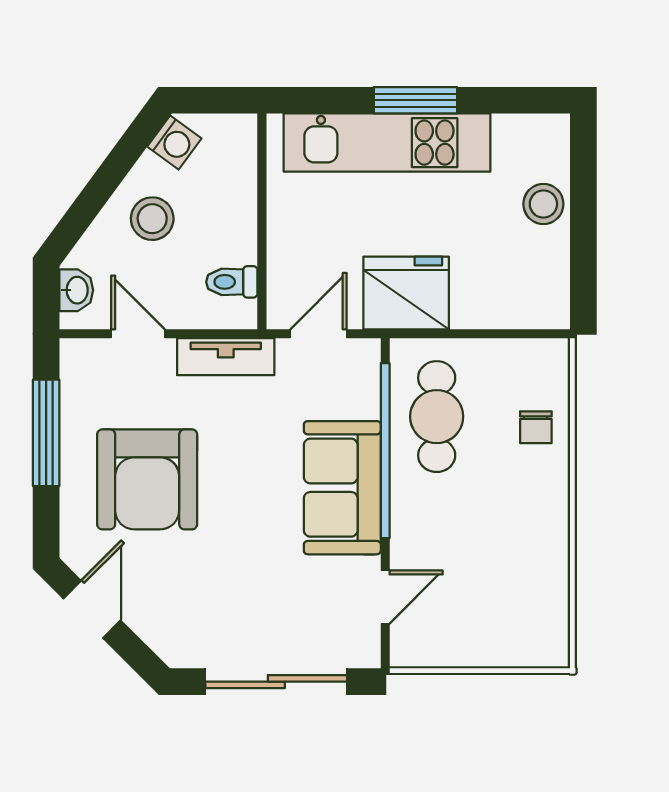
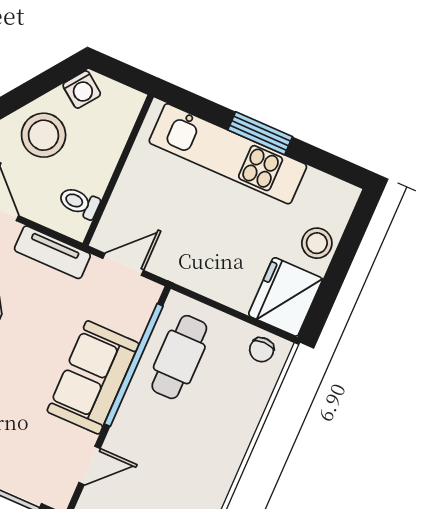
stool: (152, 219) -> (44, 135), width x1.38, depth x1.38
fridge: (406, 293) -> (285, 297), moved, turned -90
chair: (536, 427) -> (262, 350), moved

